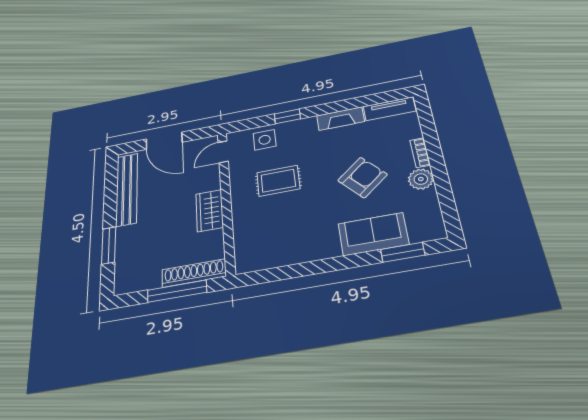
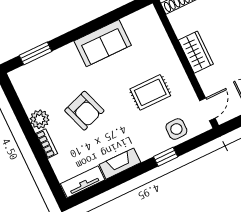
armchair: (362, 177) -> (84, 111), turned -68
sofa: (373, 234) -> (103, 43), moved

